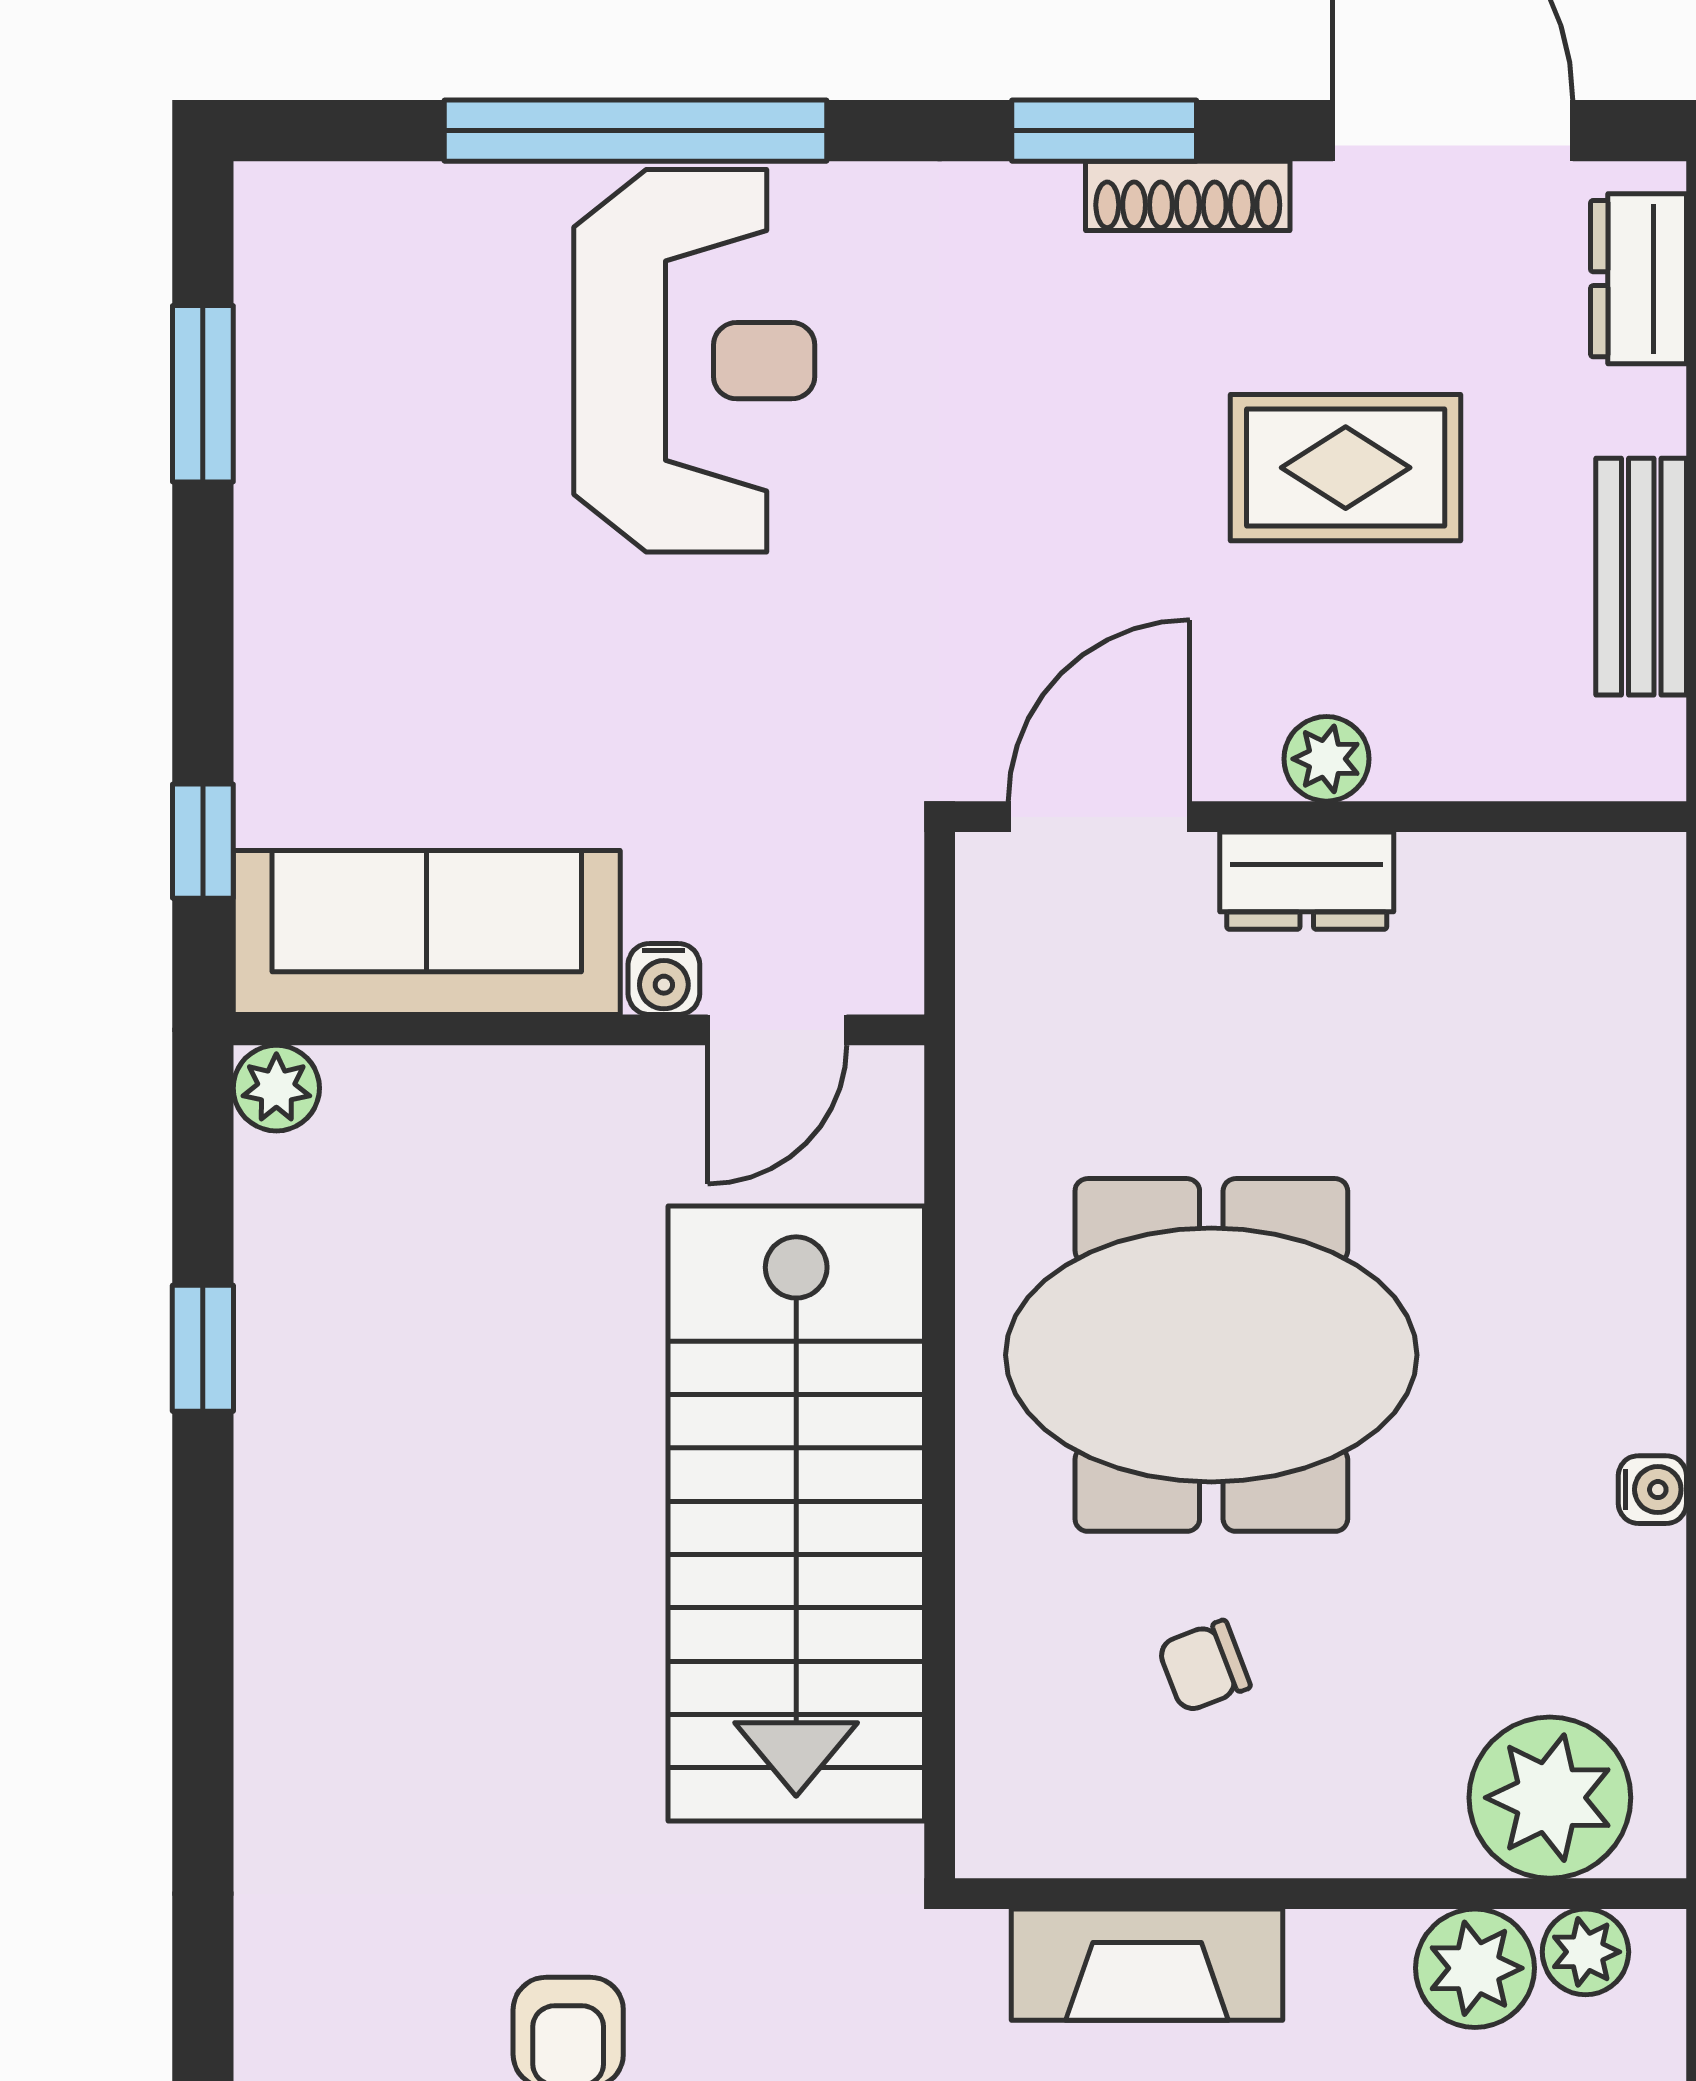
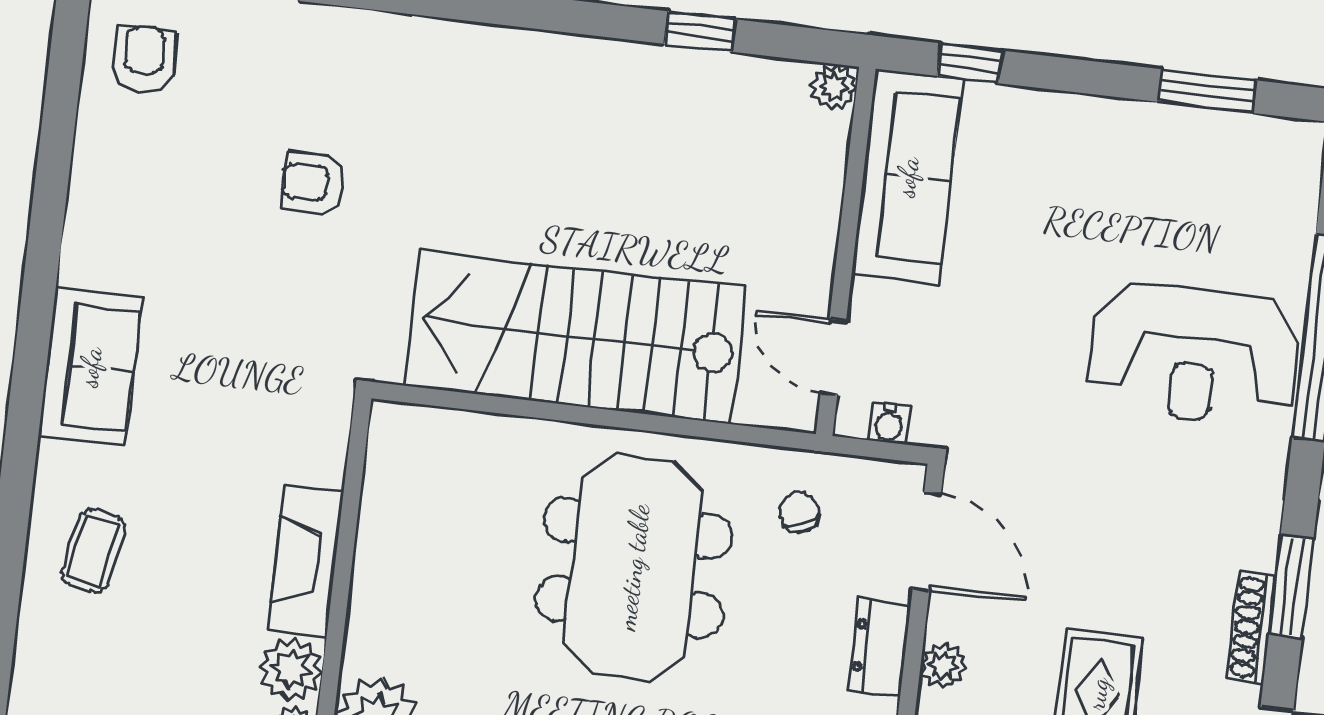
water cooler: (664, 979) -> (889, 423), moved, turned -90
chair: (1204, 1666) -> (799, 512), moved
fireplace: (1147, 1965) -> (305, 561), moved

